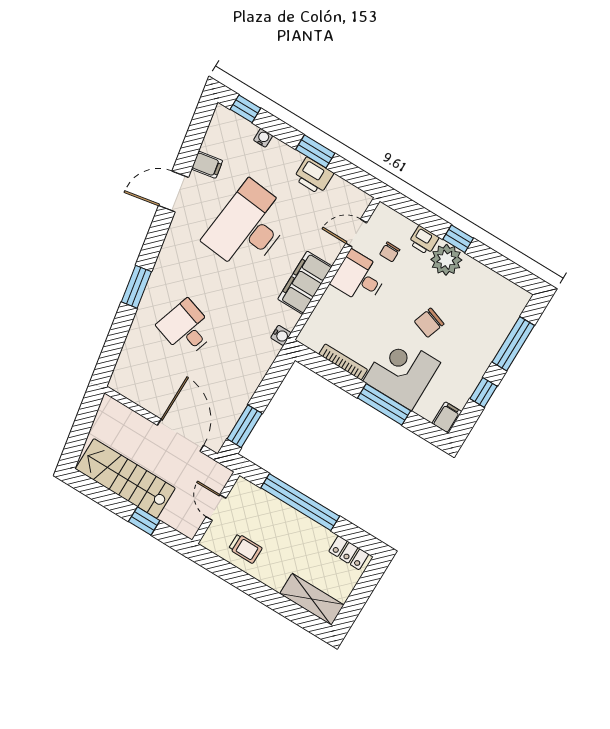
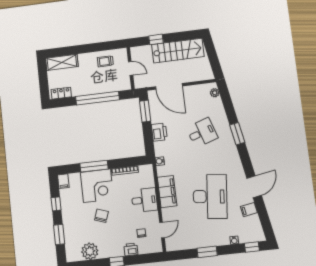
printer: (314, 176) -> (159, 132), moved, turned 90
plant: (446, 260) -> (90, 251), moved
desk: (359, 278) -> (144, 200), moved
desk: (186, 328) -> (202, 133), turned -36
window: (513, 344) -> (59, 235), width x0.69
plant: (121, 372) -> (215, 93), added

